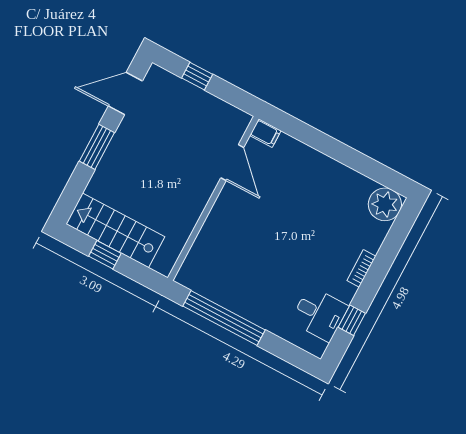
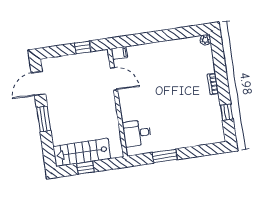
window: (197, 76) -> (83, 47), moved
plant: (385, 204) -> (205, 40), width x0.53, depth x0.53
desk: (319, 314) -> (137, 133), moved, turned 180
window: (224, 318) -> (165, 156), width x0.47

